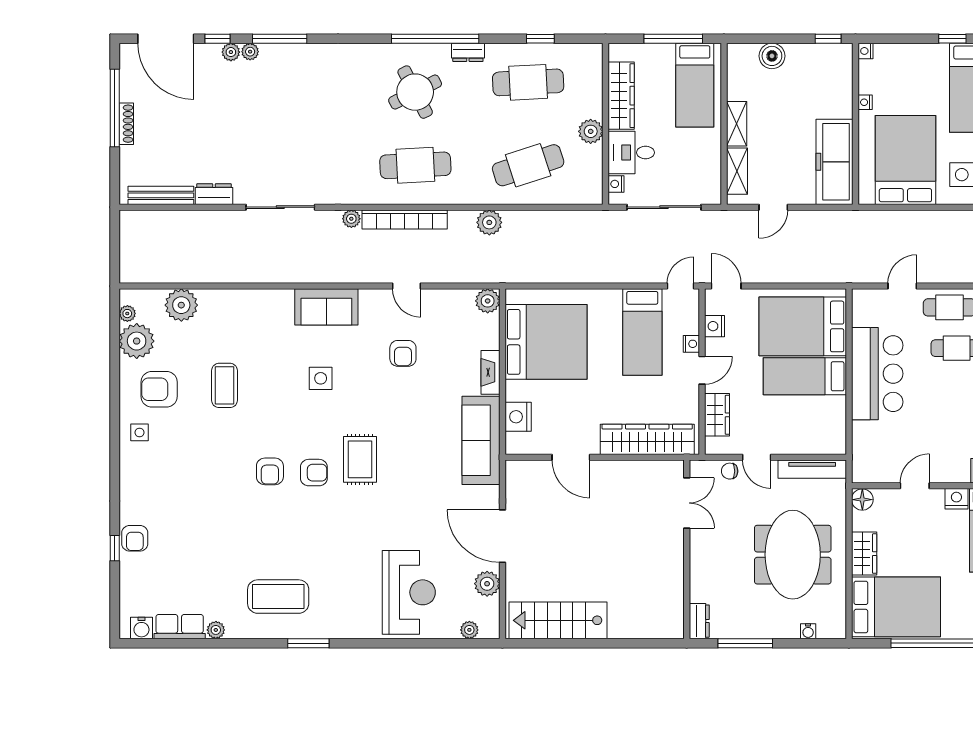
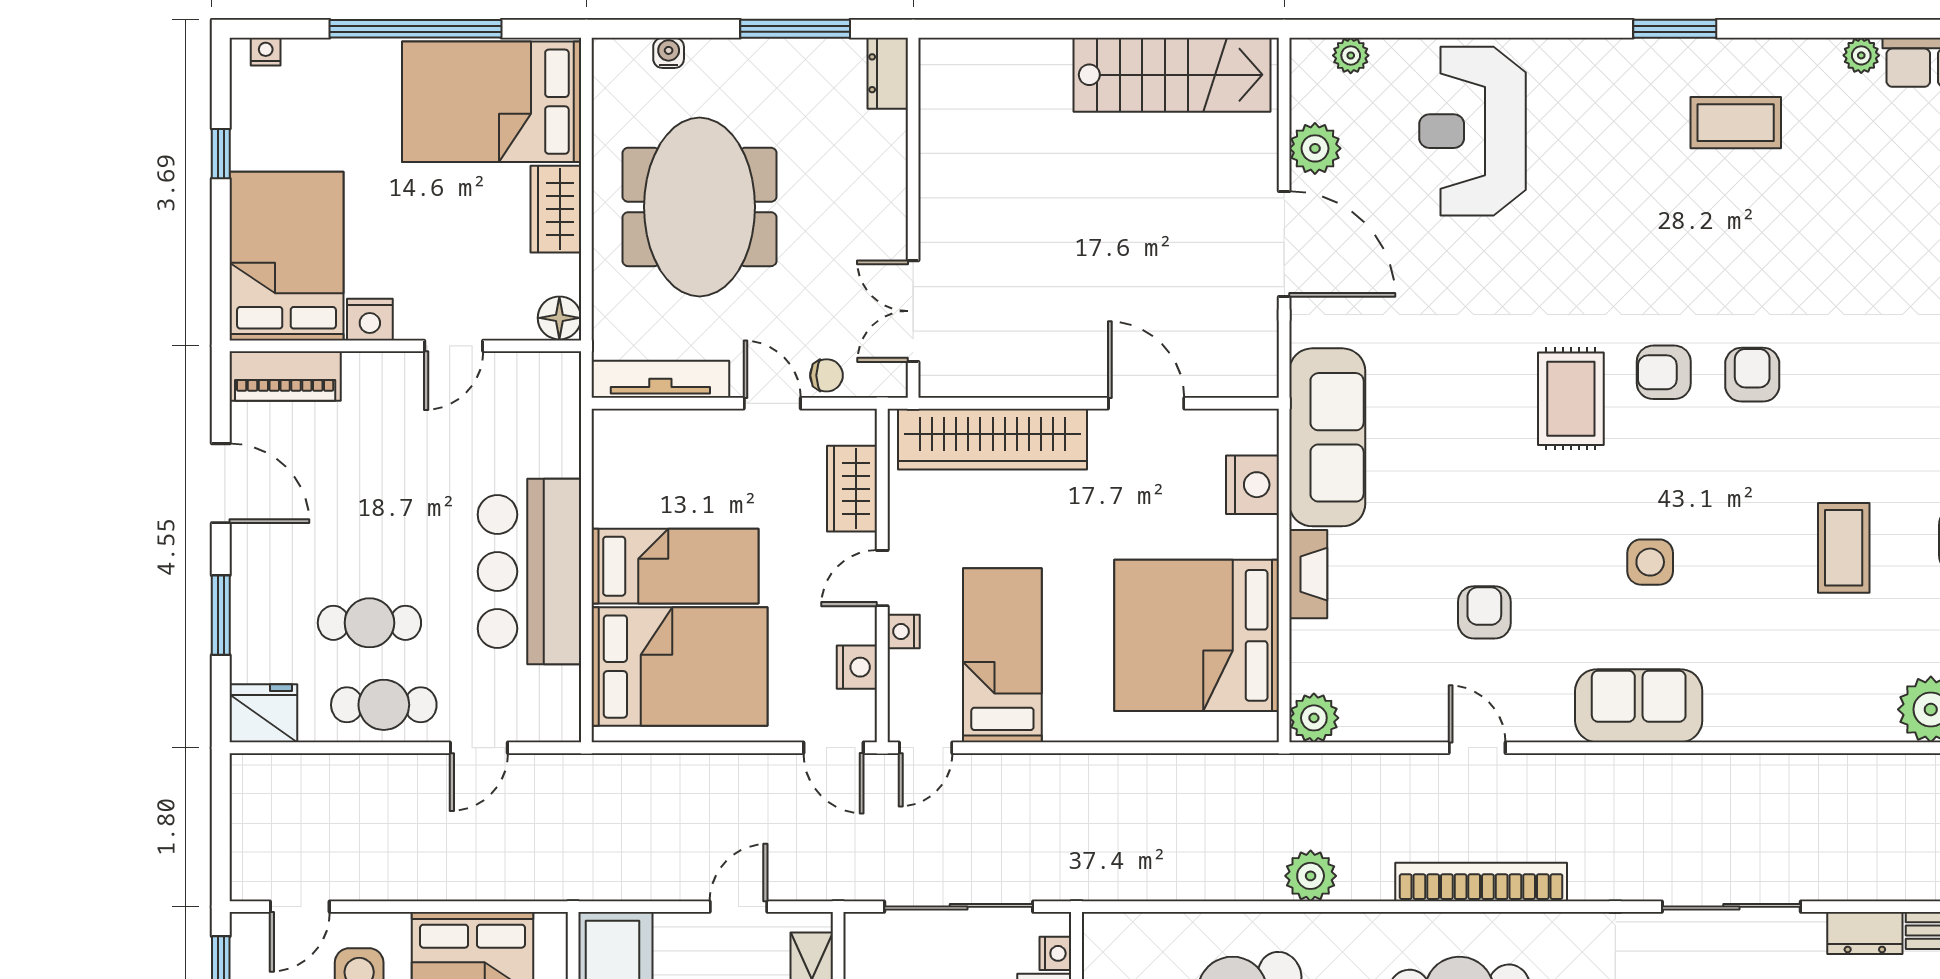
plant: (351, 219) -> (1588, 883), removed
coffee table: (278, 597) -> (1736, 123), width x0.73, depth x0.76

